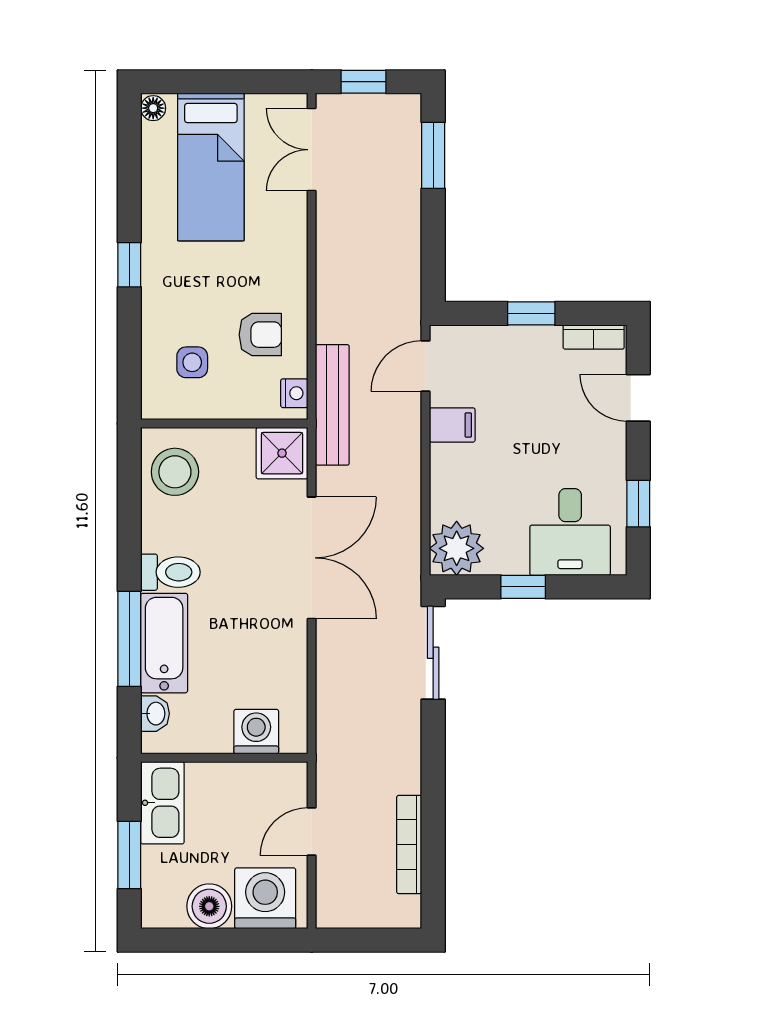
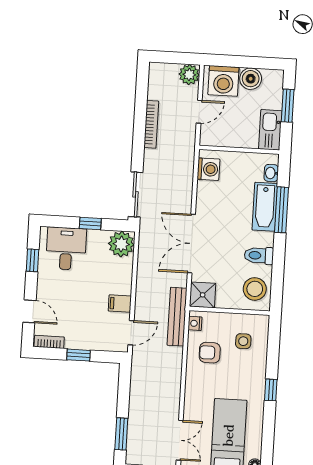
toilet: (170, 572) -> (259, 255), moved
washing machine: (256, 732) -> (208, 169), moved, turned -90
bookcase: (409, 845) -> (151, 124), moved
plant: (337, 907) -> (189, 75), added

